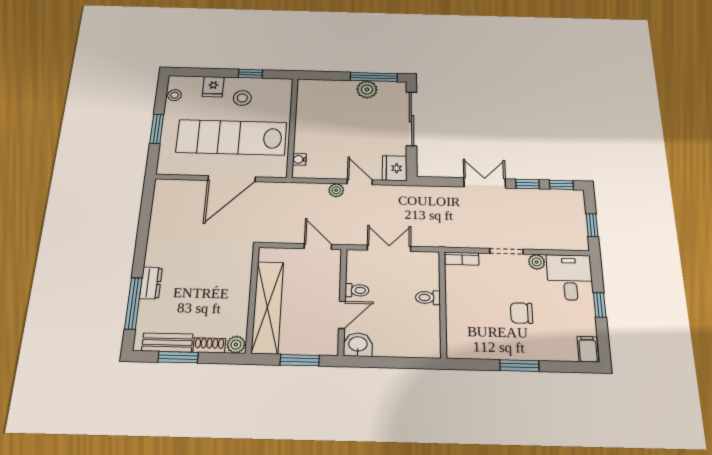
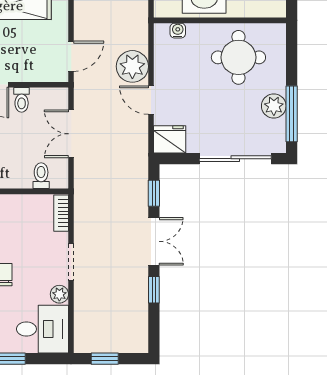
round table: (325, 114) -> (238, 57), added
door: (360, 182) -> (151, 100), swing flipped
window: (561, 185) -> (154, 193), moved
plant: (336, 190) -> (132, 66), width x1.87, depth x1.87
double door: (389, 248) -> (71, 134), swing flipped
toilet: (428, 298) -> (41, 176), moved

